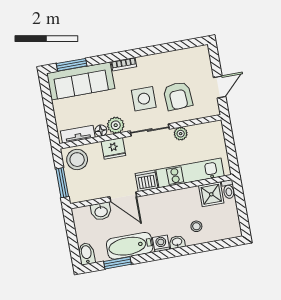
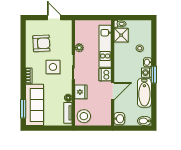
armchair: (178, 96) -> (41, 43), moved
plant: (116, 125) -> (66, 88), removed
window: (62, 183) -> (97, 128), removed
washbasin: (101, 211) -> (119, 119), moved
window: (117, 263) -> (154, 75), moved

